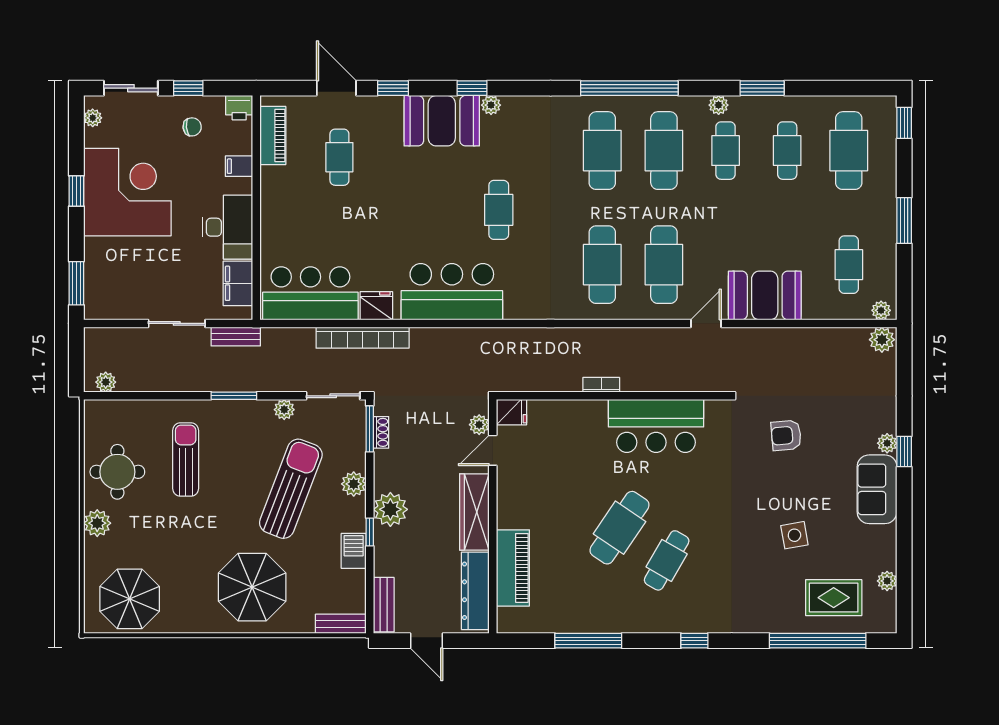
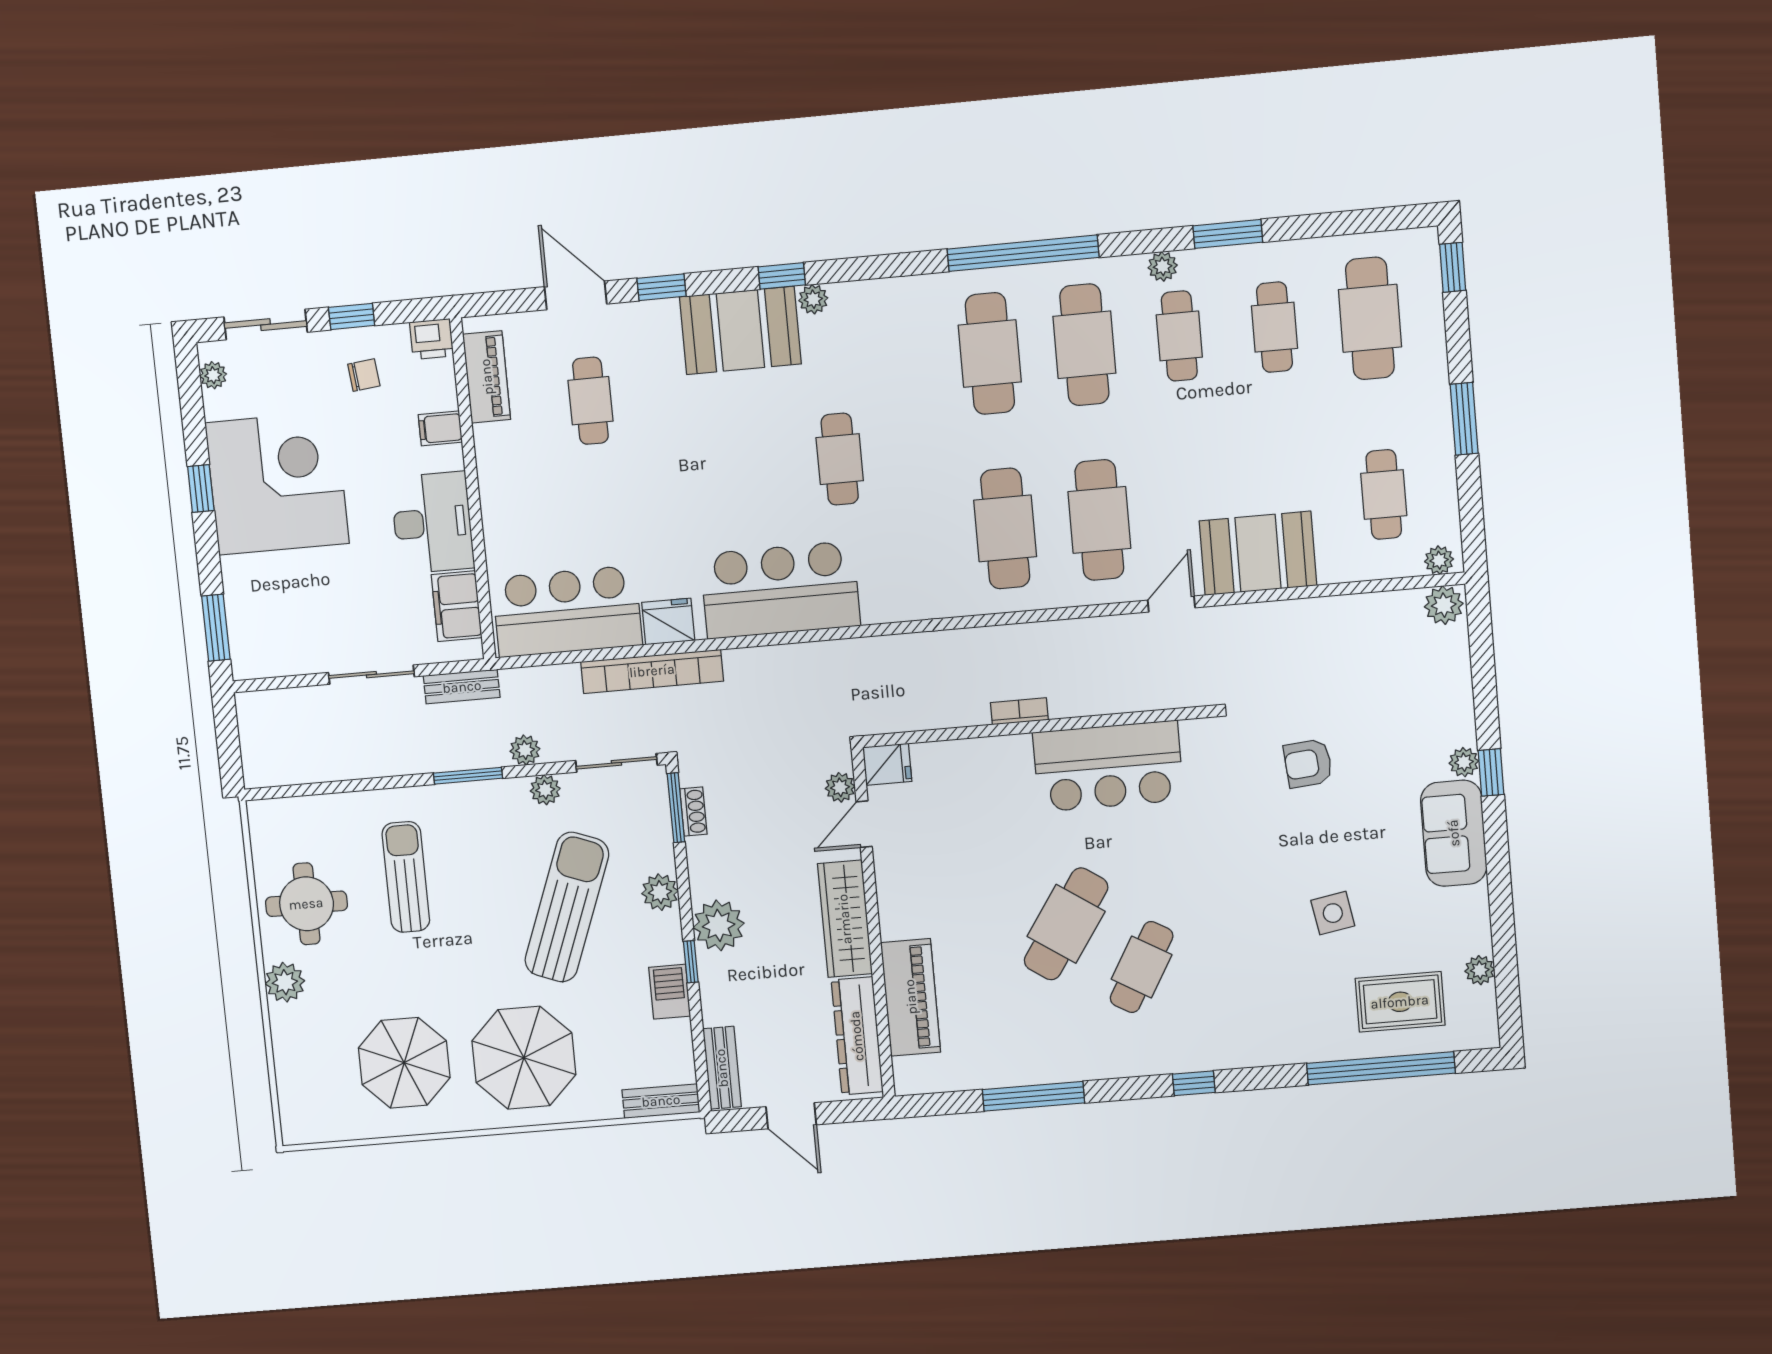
plant: (106, 382) -> (525, 750), moved
parasol: (130, 599) -> (404, 1063), moved

